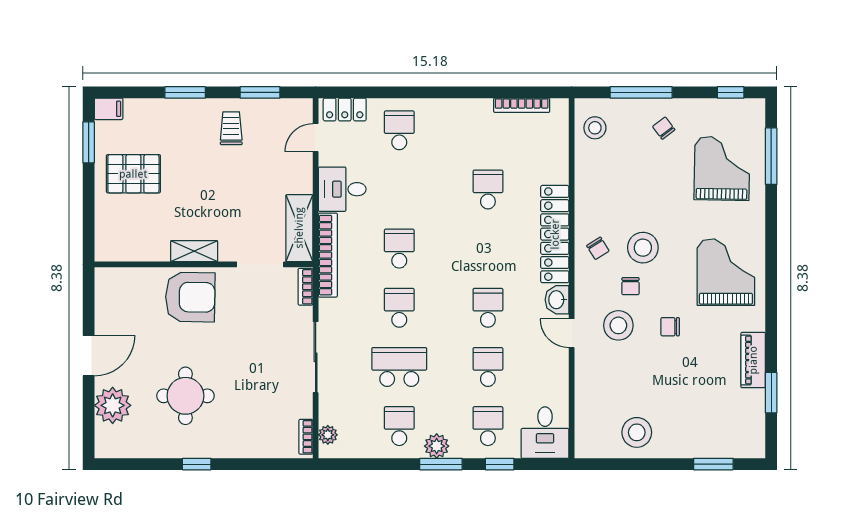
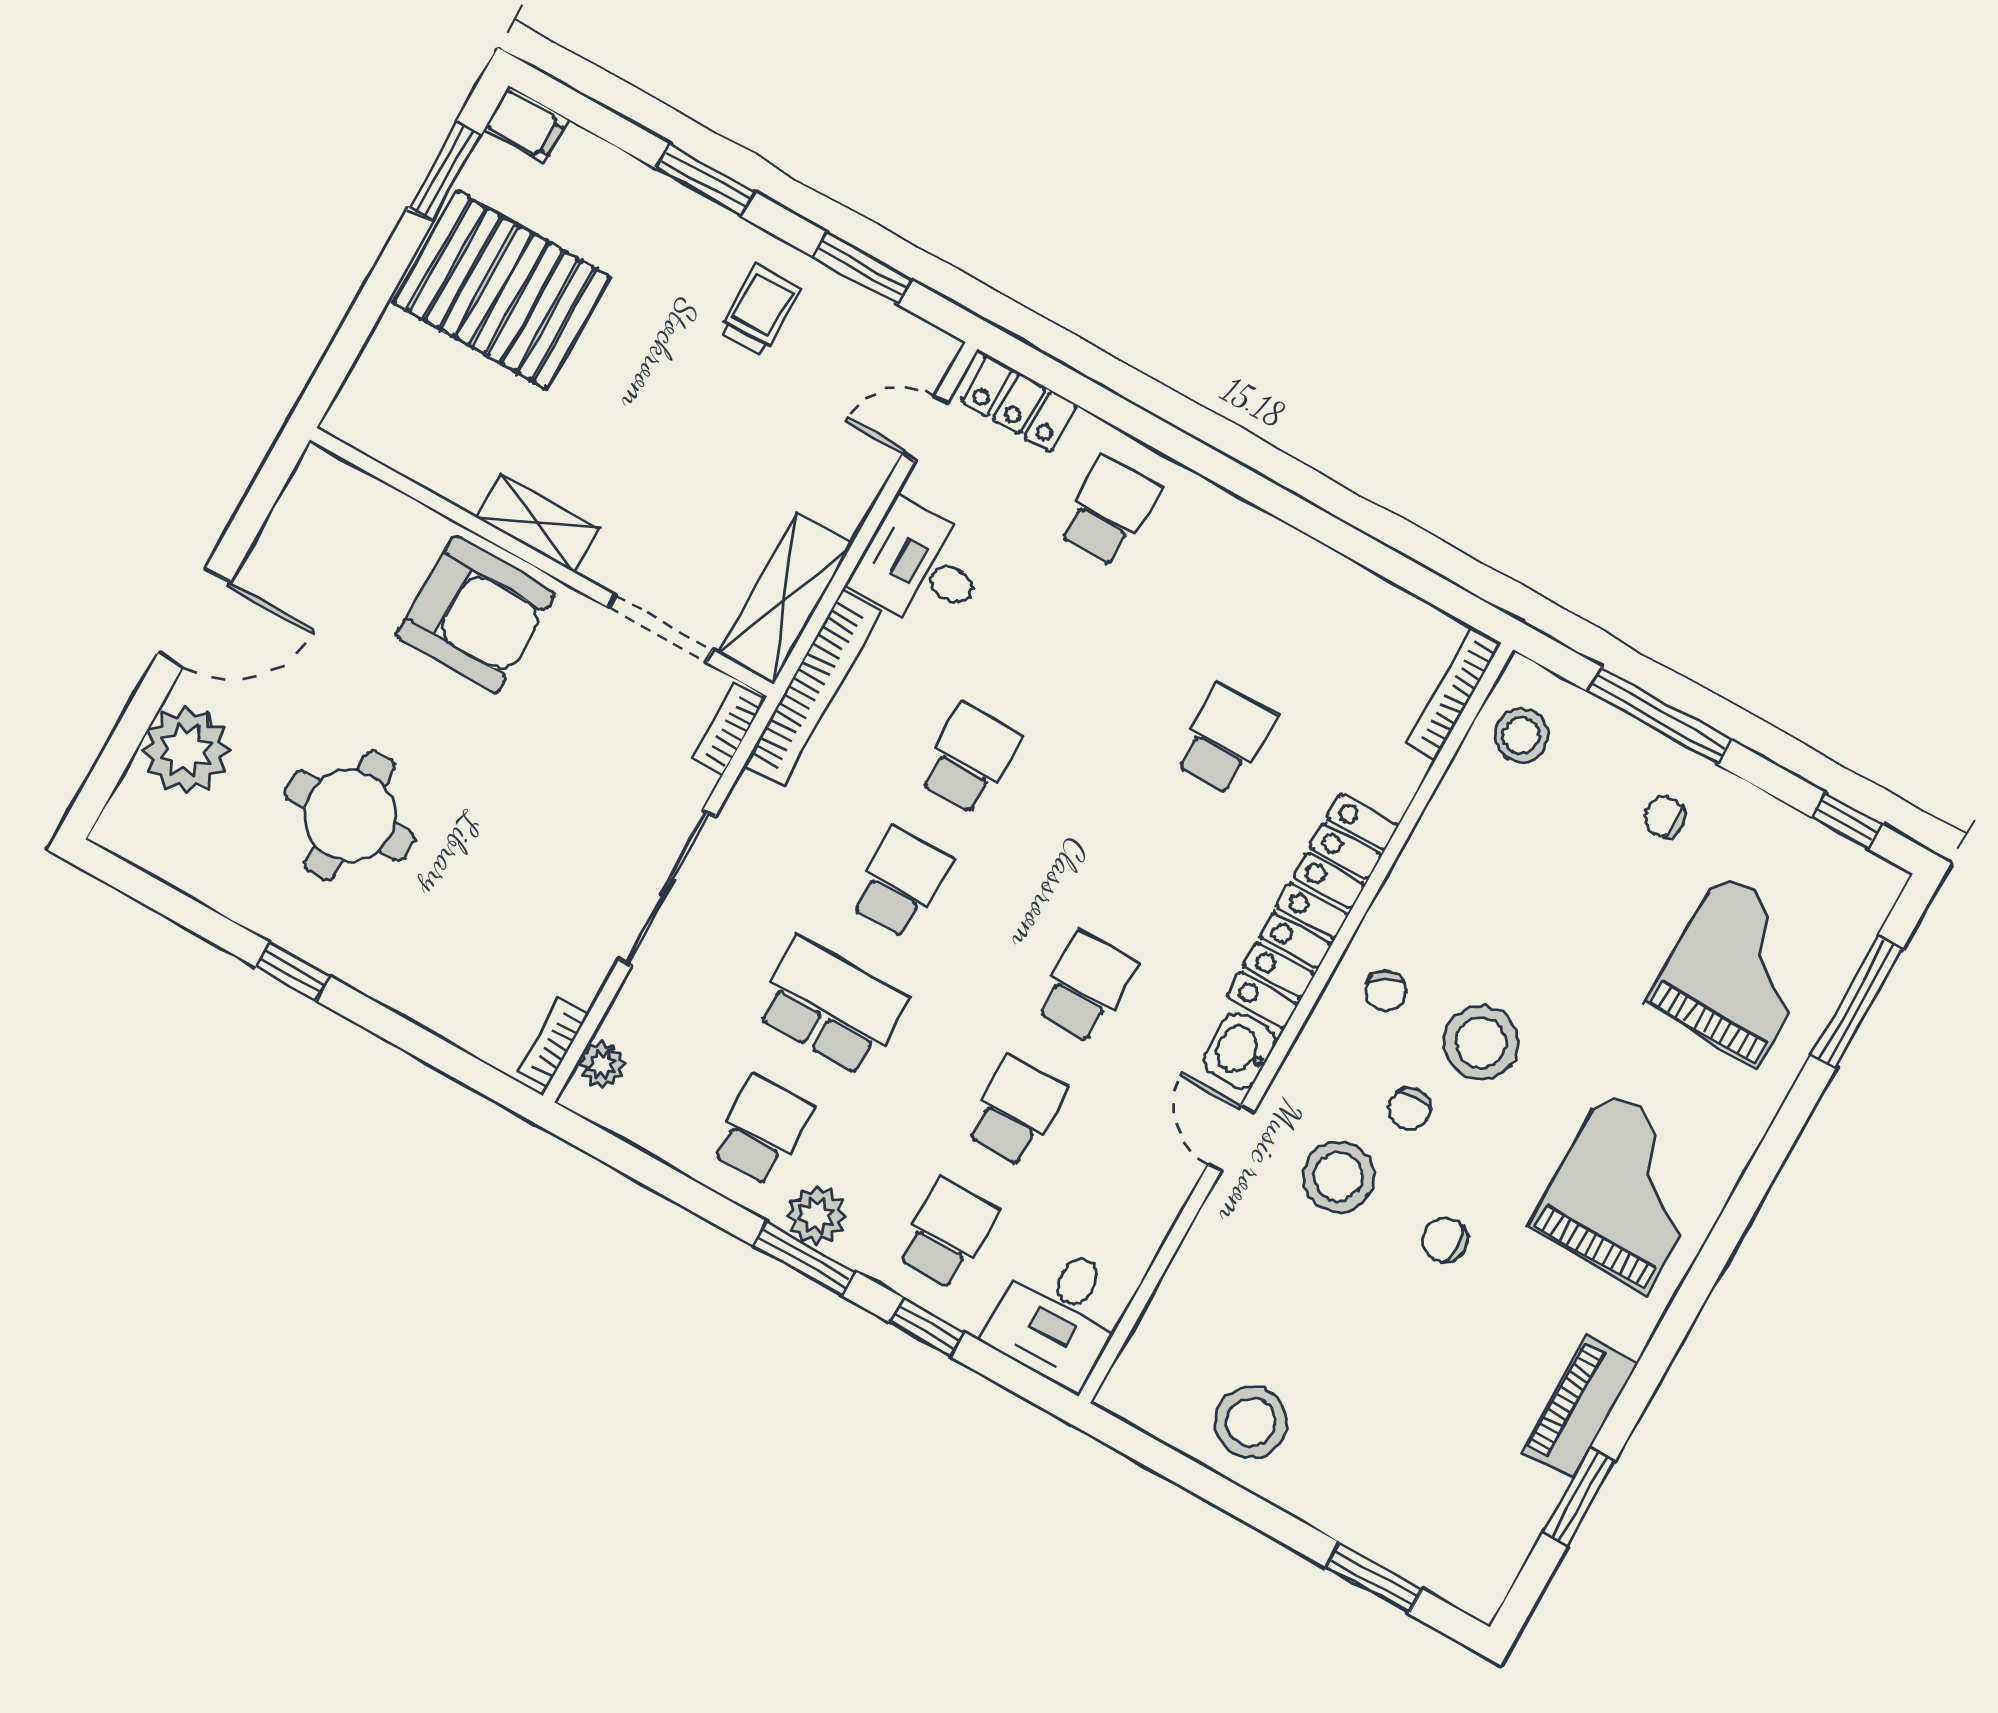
bookcase: (522, 105) -> (1454, 693), moved, turned 90
chair: (664, 128) -> (1665, 817), turned -53
pallet: (133, 174) -> (502, 290), width x1.37, depth x1.41

